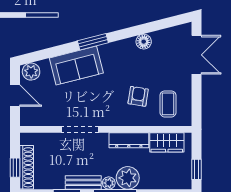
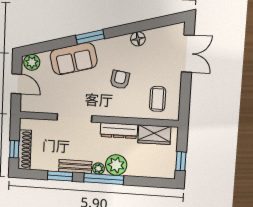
armchair: (138, 96) -> (120, 80), moved

